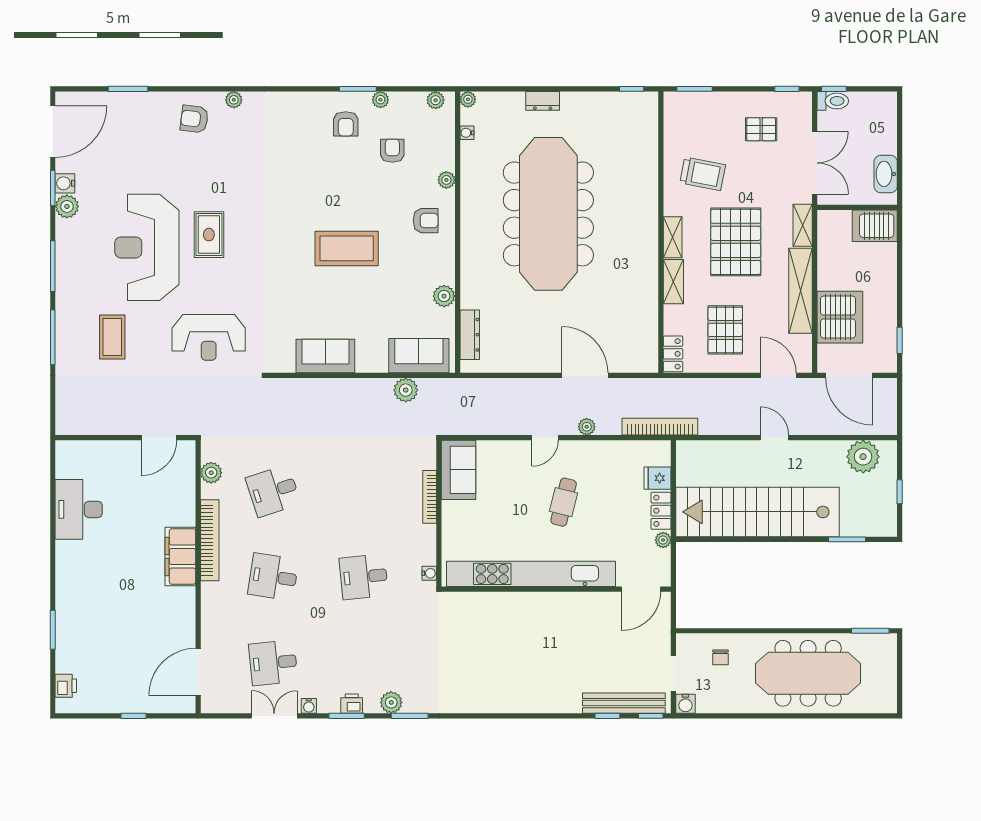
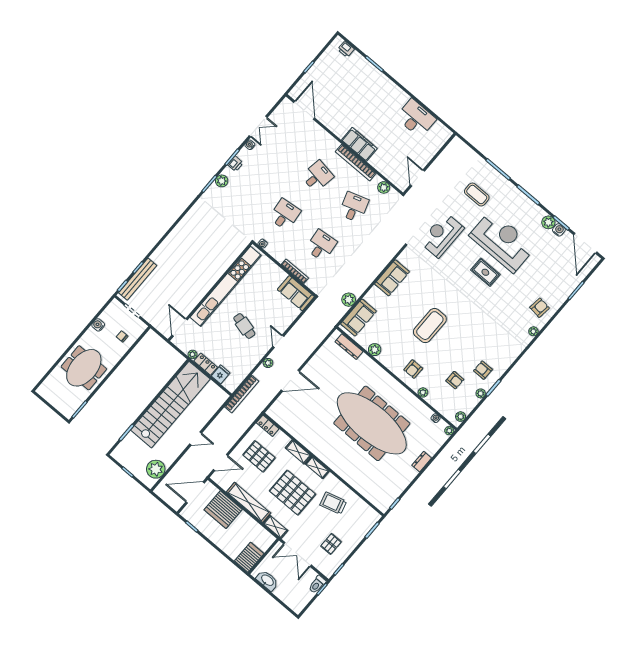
trolley: (703, 174) -> (333, 503), turned 63
desk: (273, 663) -> (321, 245), moved
meeting table: (808, 673) -> (84, 368), width x0.73
water cooler: (685, 704) -> (98, 325), moved

